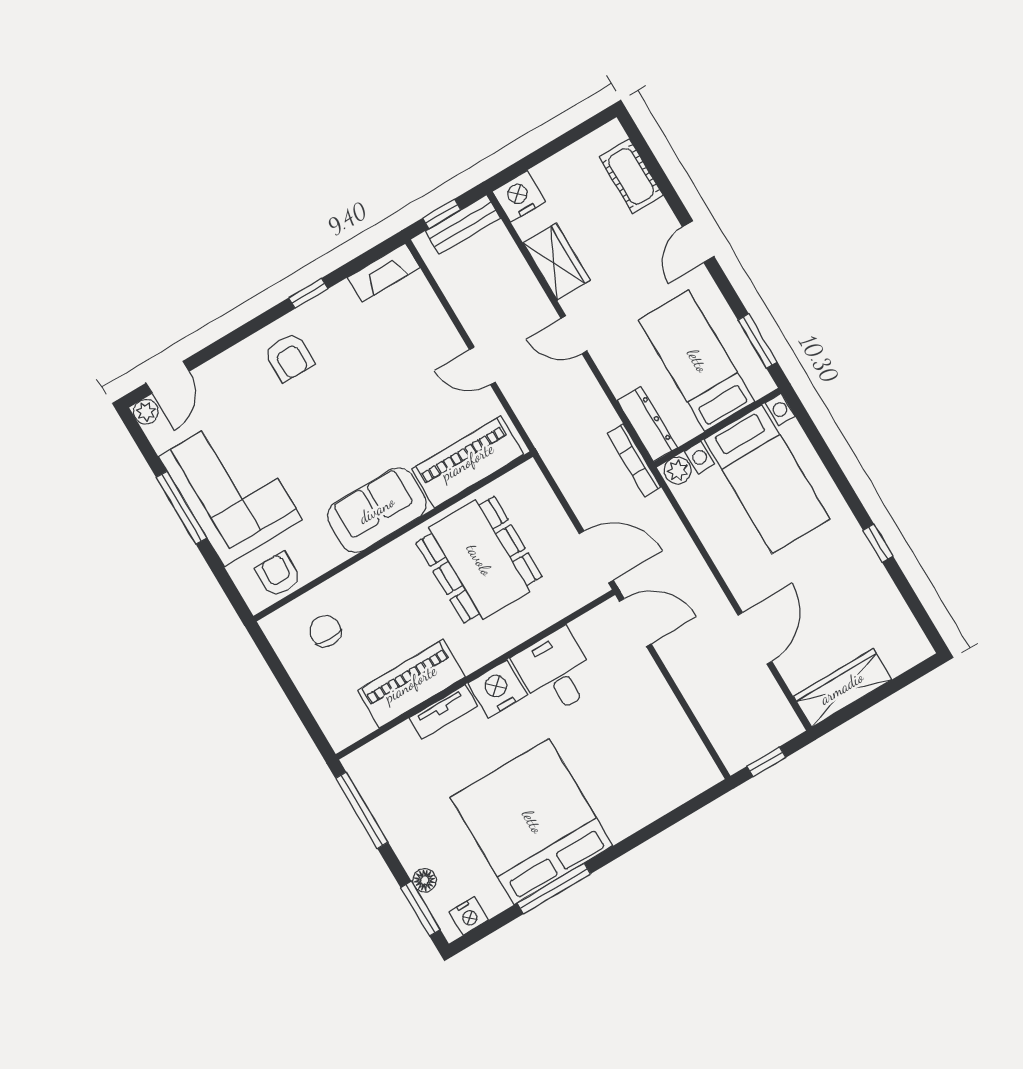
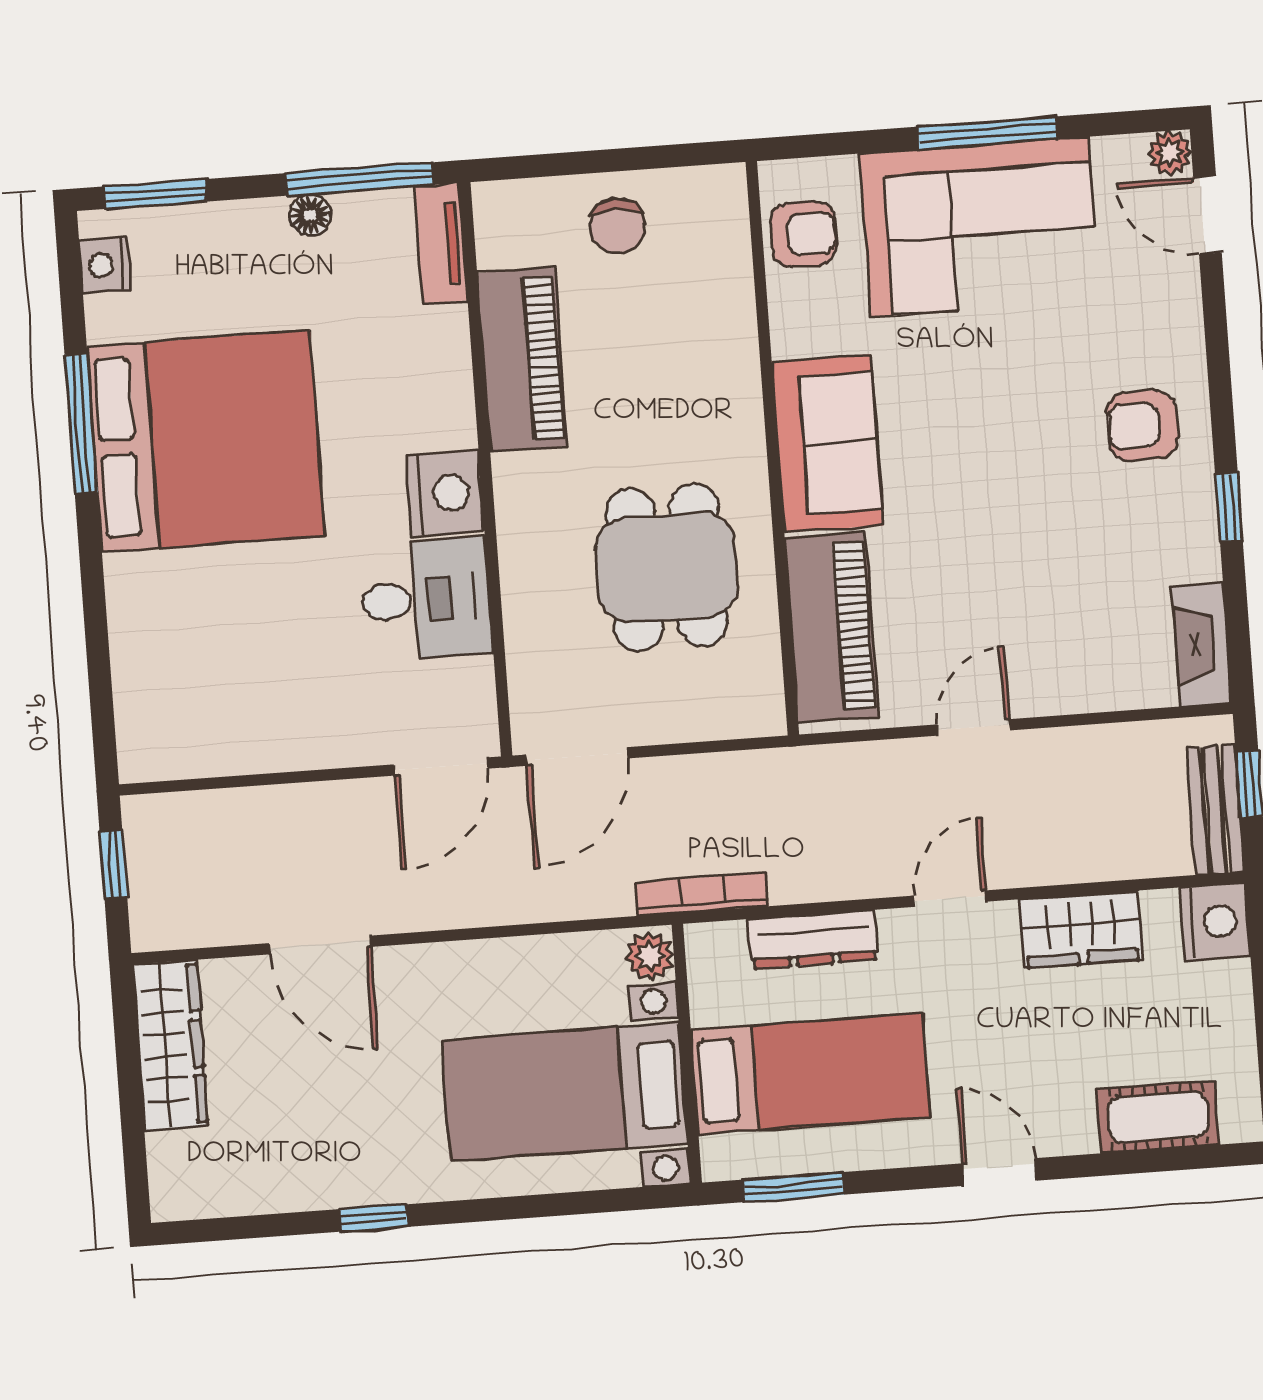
dresser: (647, 424) -> (813, 939), moved
dining table: (479, 560) -> (667, 567), width x0.73
chair: (325, 631) -> (618, 226), moved, turned 89
tv unit: (443, 712) -> (441, 243), moved
floor lamp: (425, 880) -> (310, 215), moved

